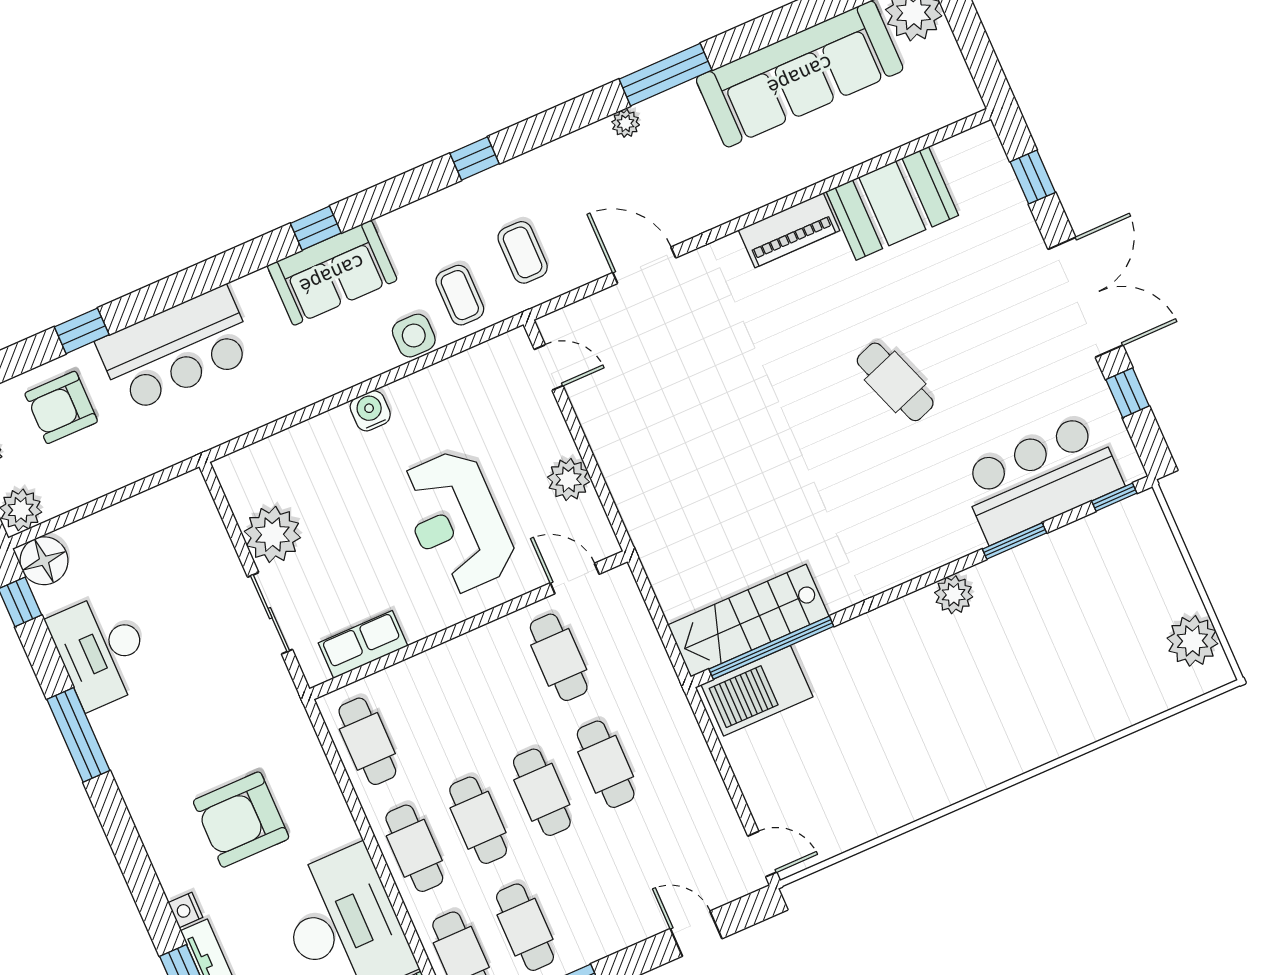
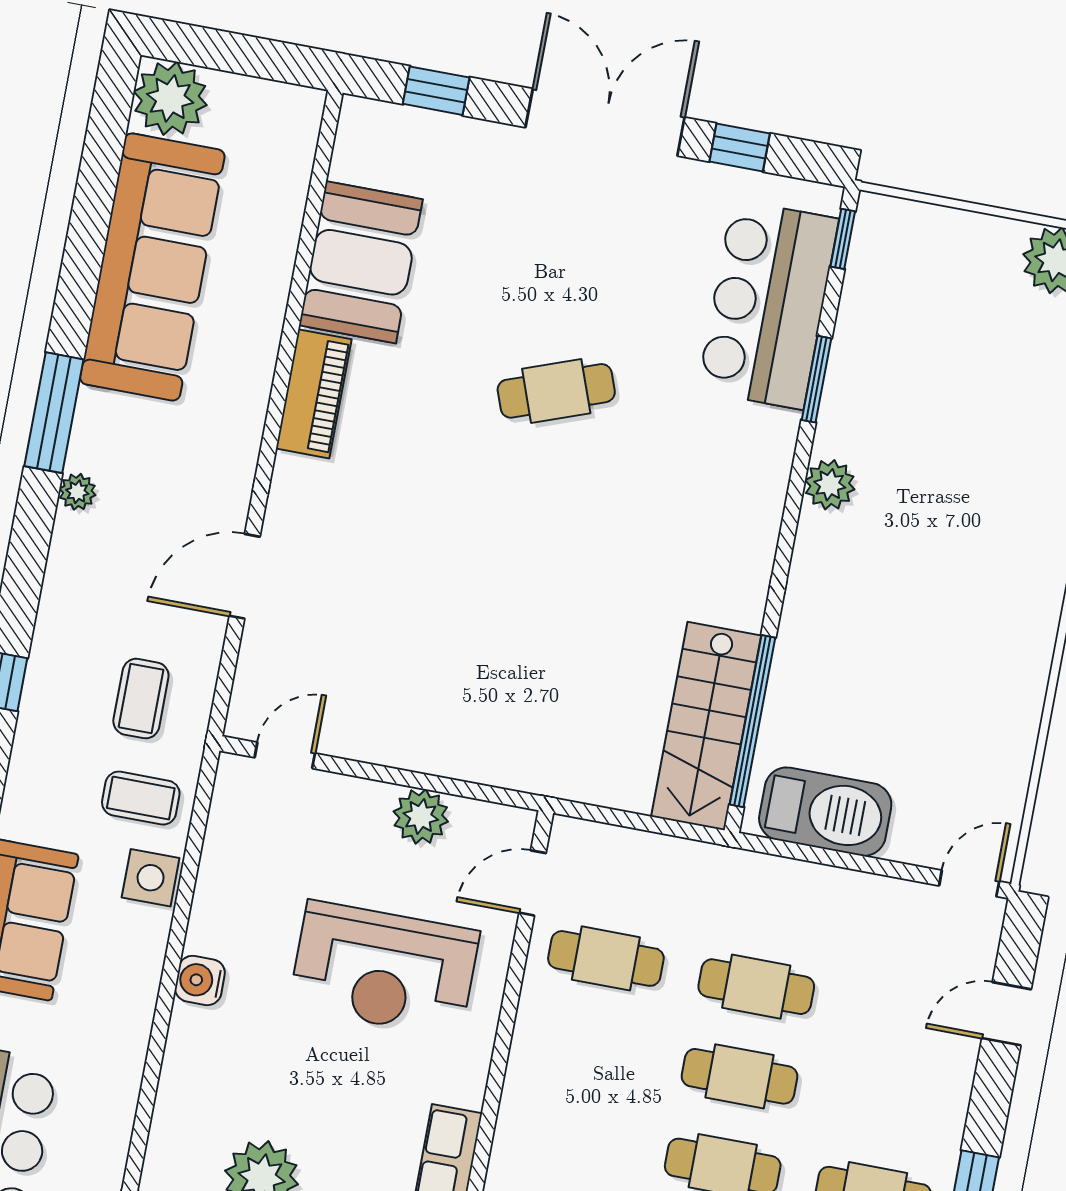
coffee table: (523, 252) -> (141, 699), turned 90
barbecue: (757, 691) -> (825, 812), moved, turned -90

